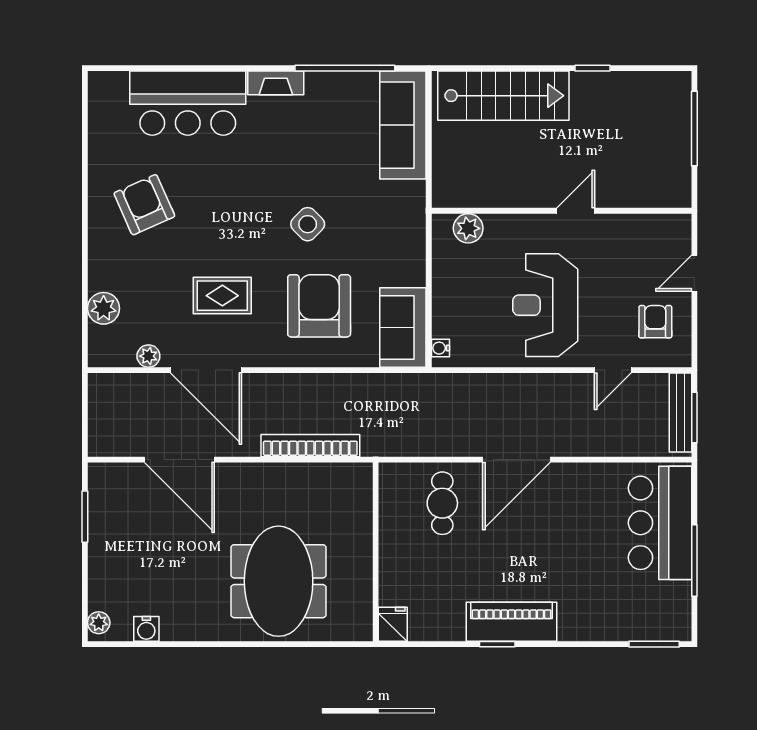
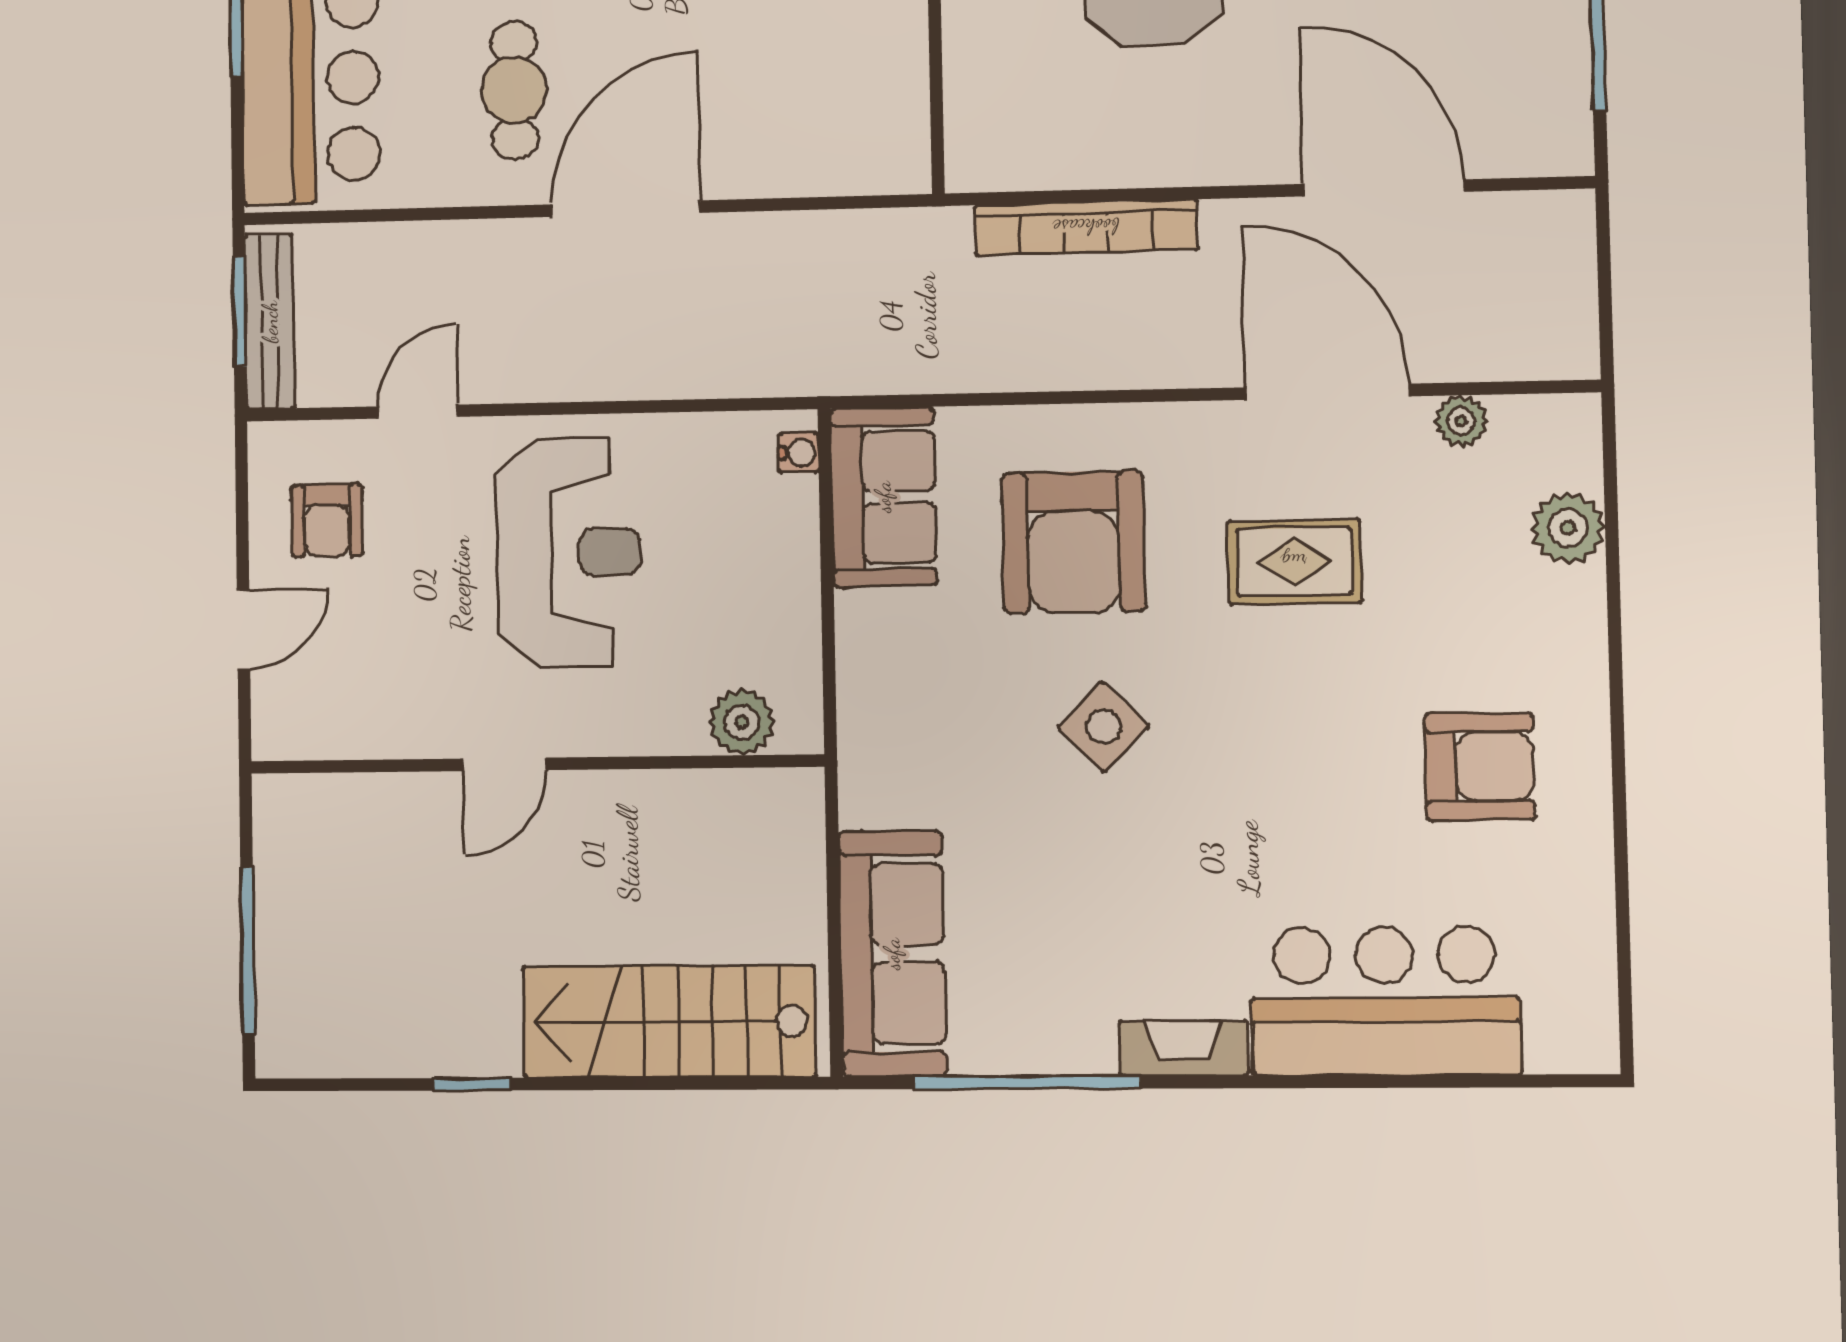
armchair: (144, 205) -> (1480, 767), turned -66
cafe table: (442, 503) -> (514, 90), moved

